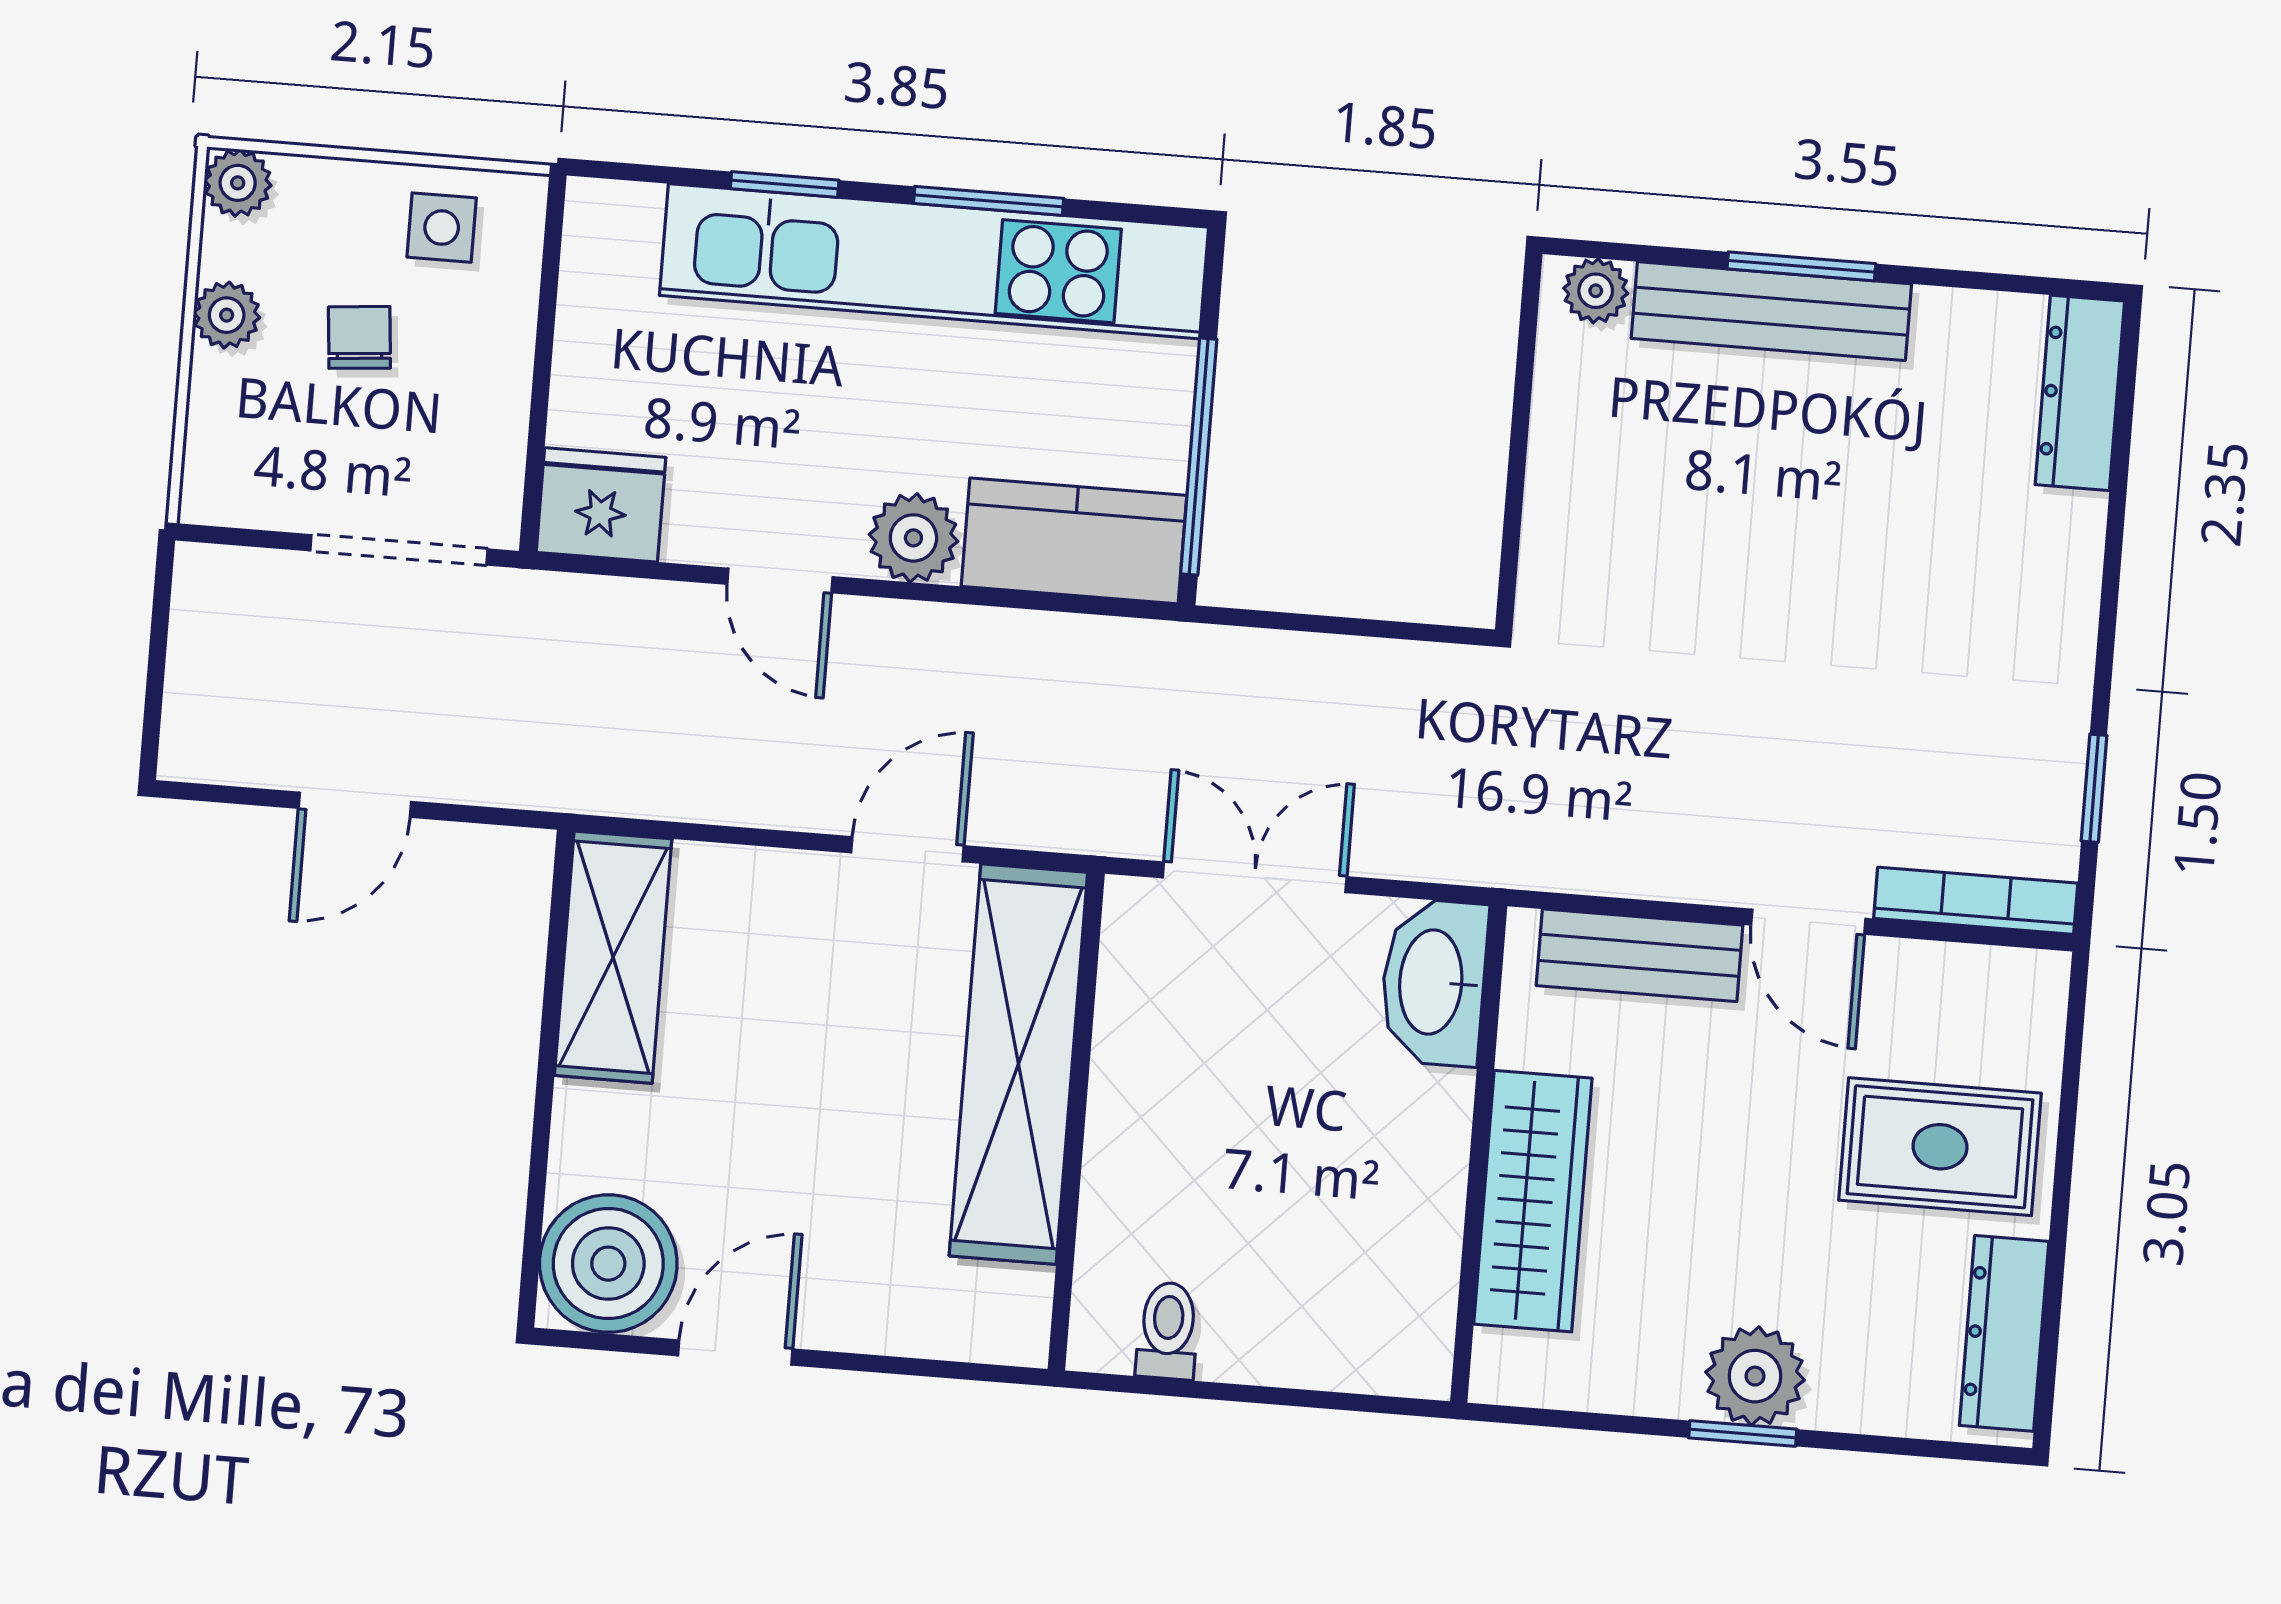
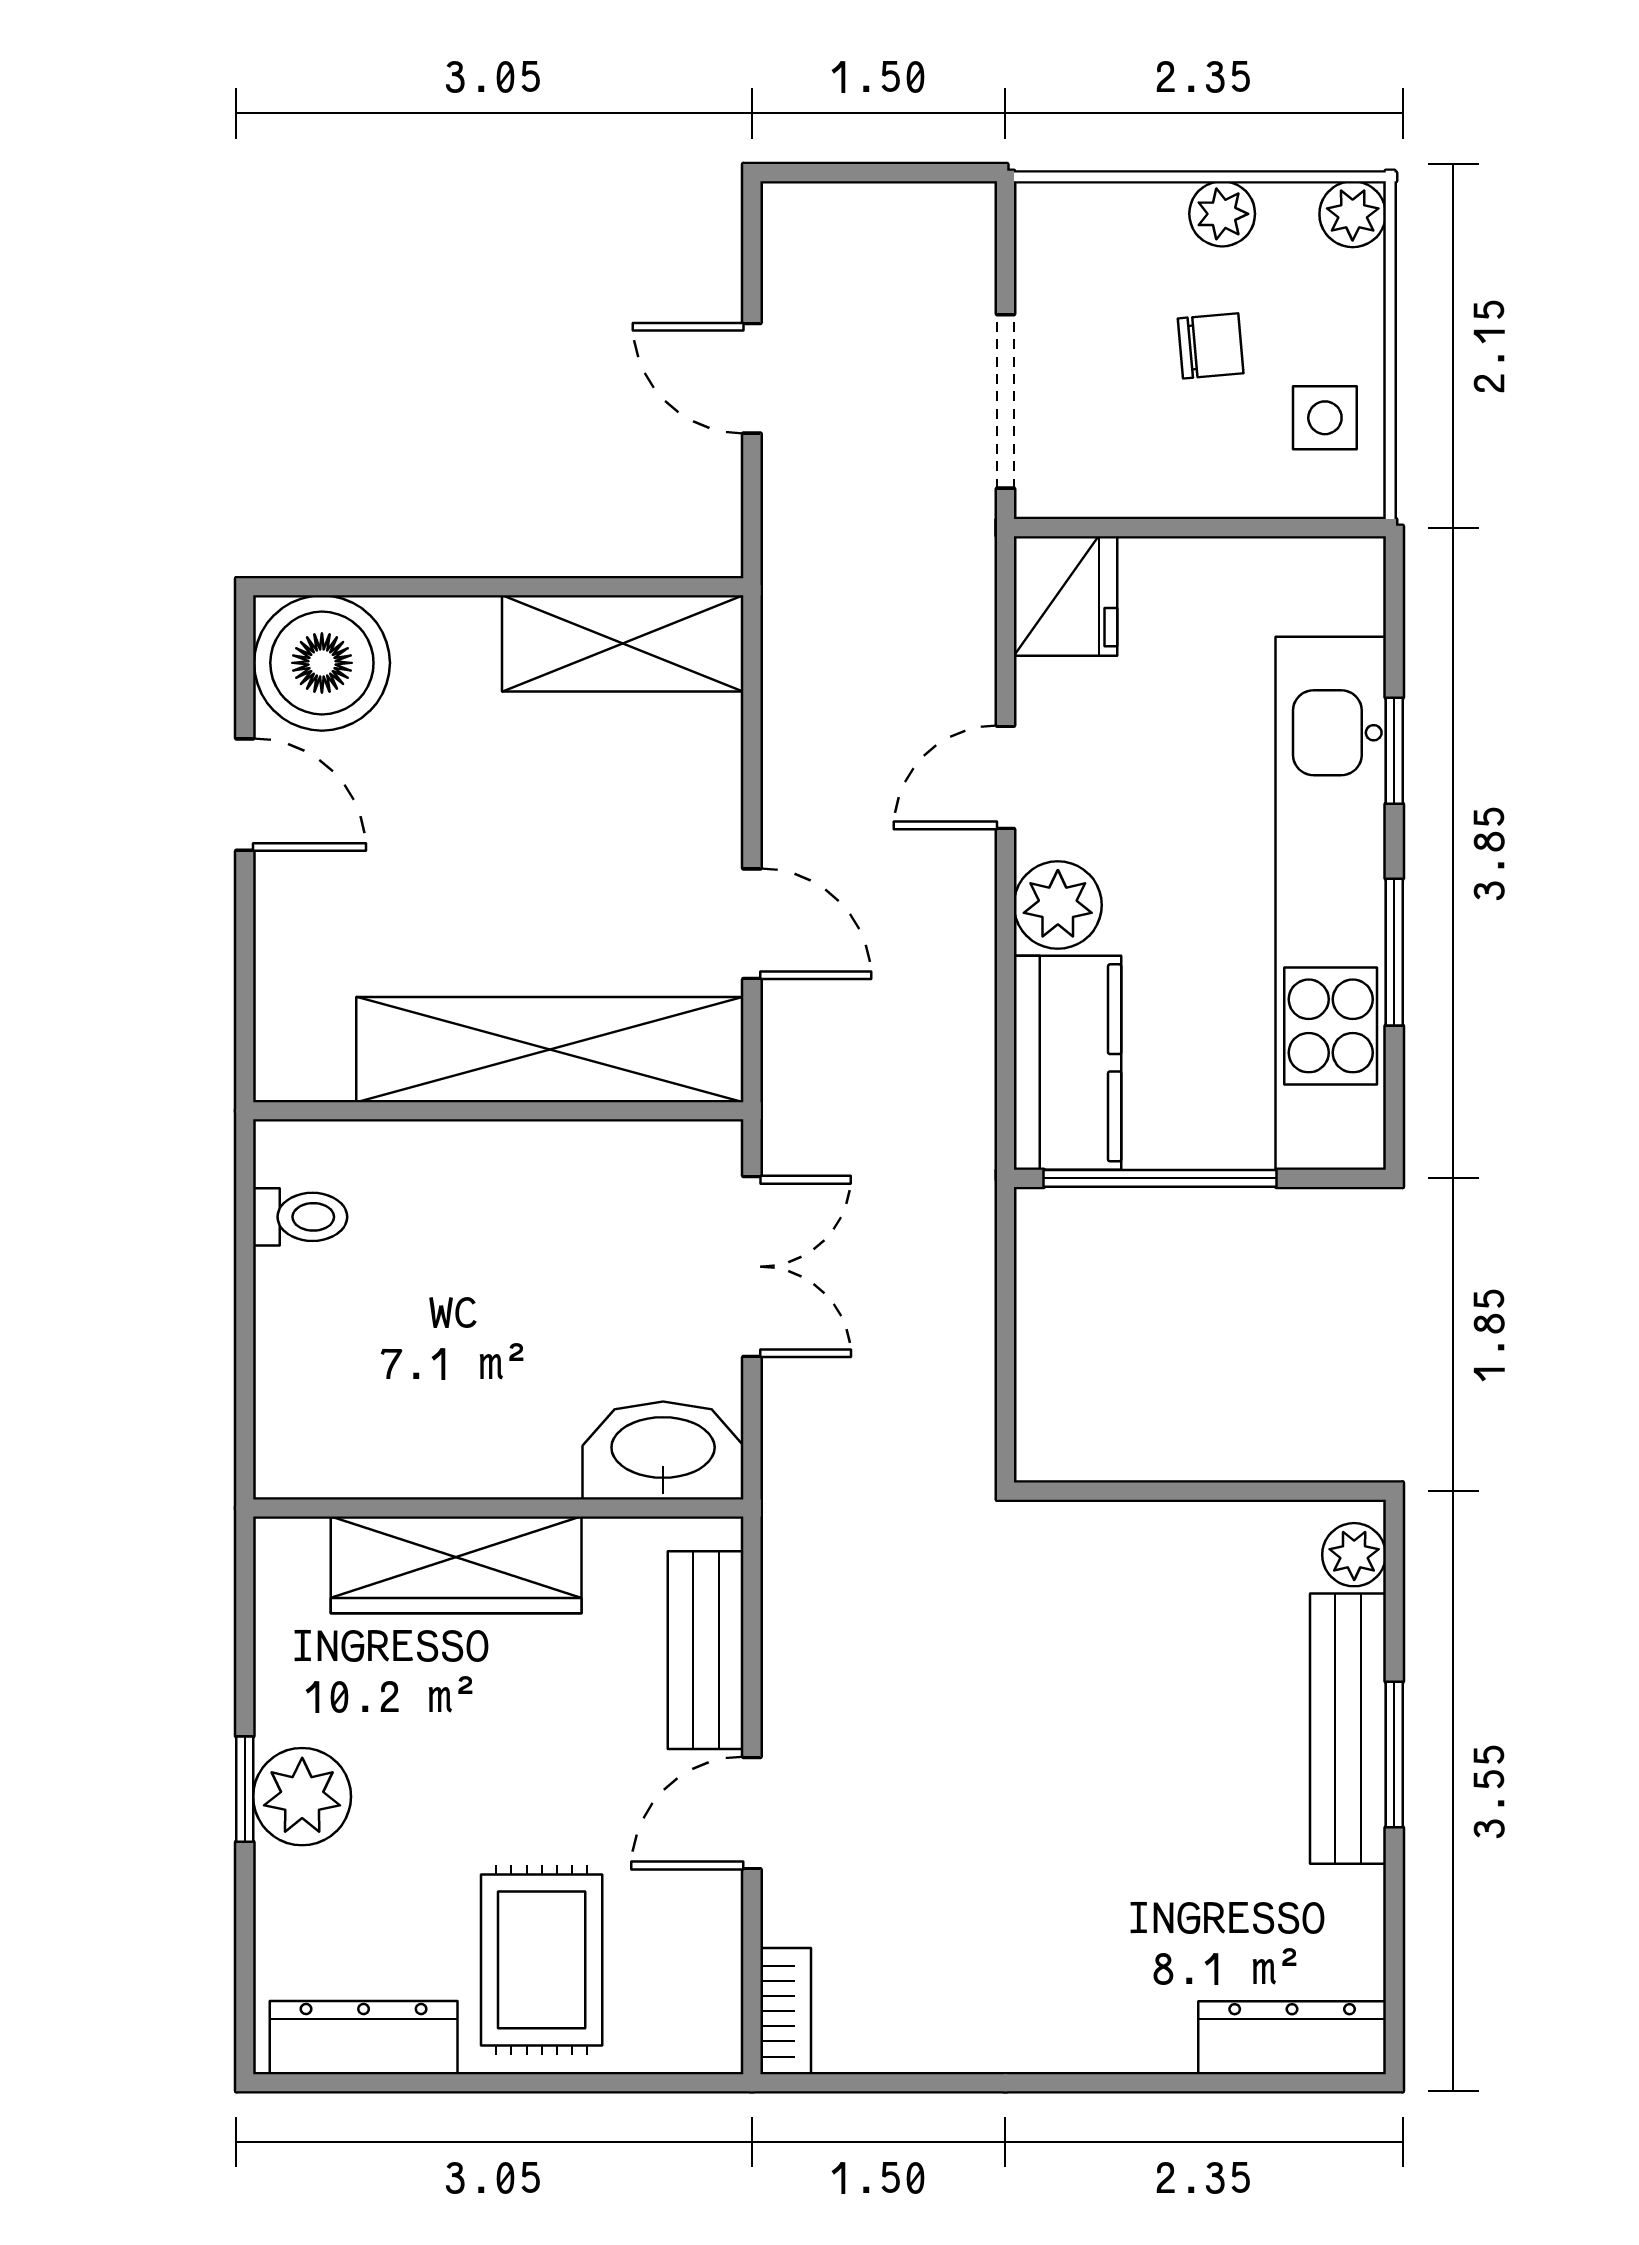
window: (2094, 788) -> (905, 2083), removed
bookcase: (1976, 901) -> (786, 2011), width x0.64

